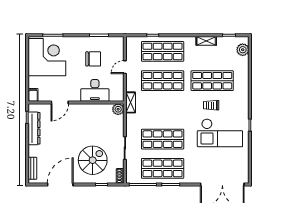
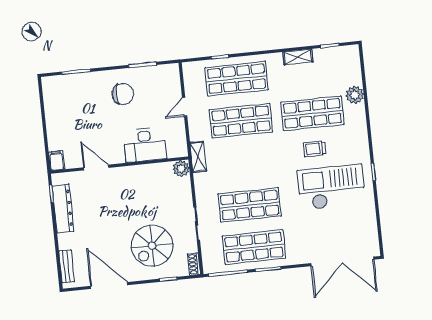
plant: (243, 50) -> (355, 95), moved
corner desk: (47, 57) -> (71, 104), removed
chair: (93, 59) -> (123, 94), moved
door: (60, 103) -> (96, 168), swing flipped
checkout: (220, 133) -> (331, 187), turned 180
spiral stairs: (93, 160) -> (152, 246), turned 180
door: (60, 185) -> (109, 285), hinge flipped

